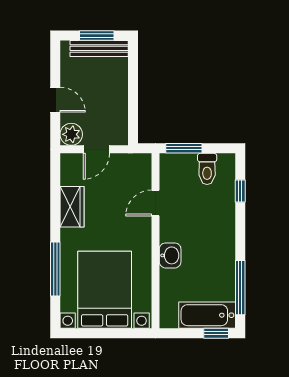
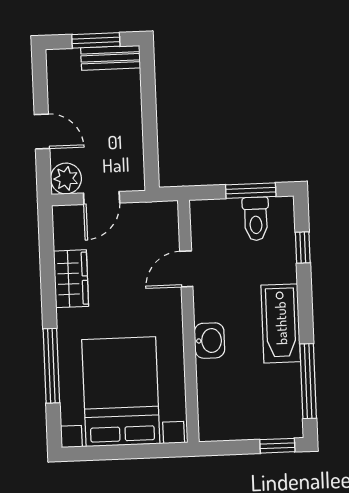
bench: (99, 48) -> (111, 58), width x0.73
window: (184, 148) -> (251, 191), moved
bathtub: (207, 315) -> (281, 323), moved, turned -90

